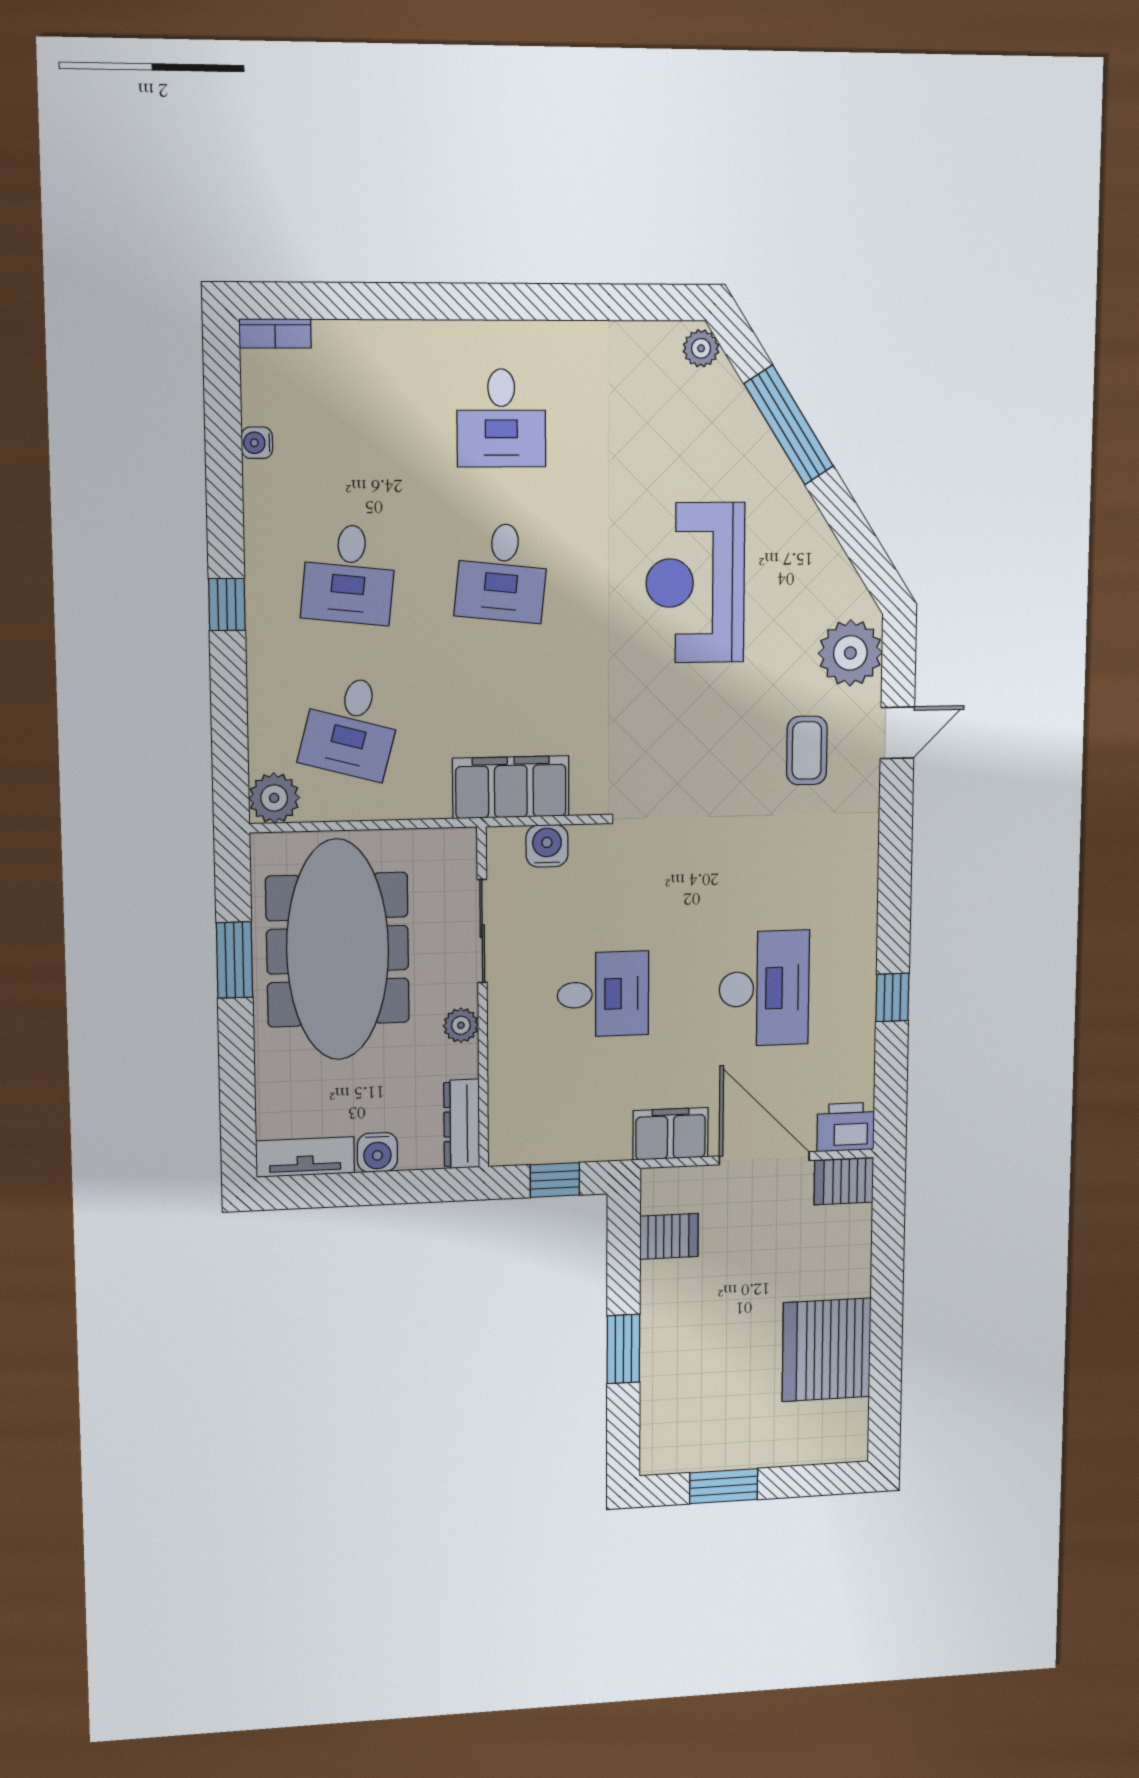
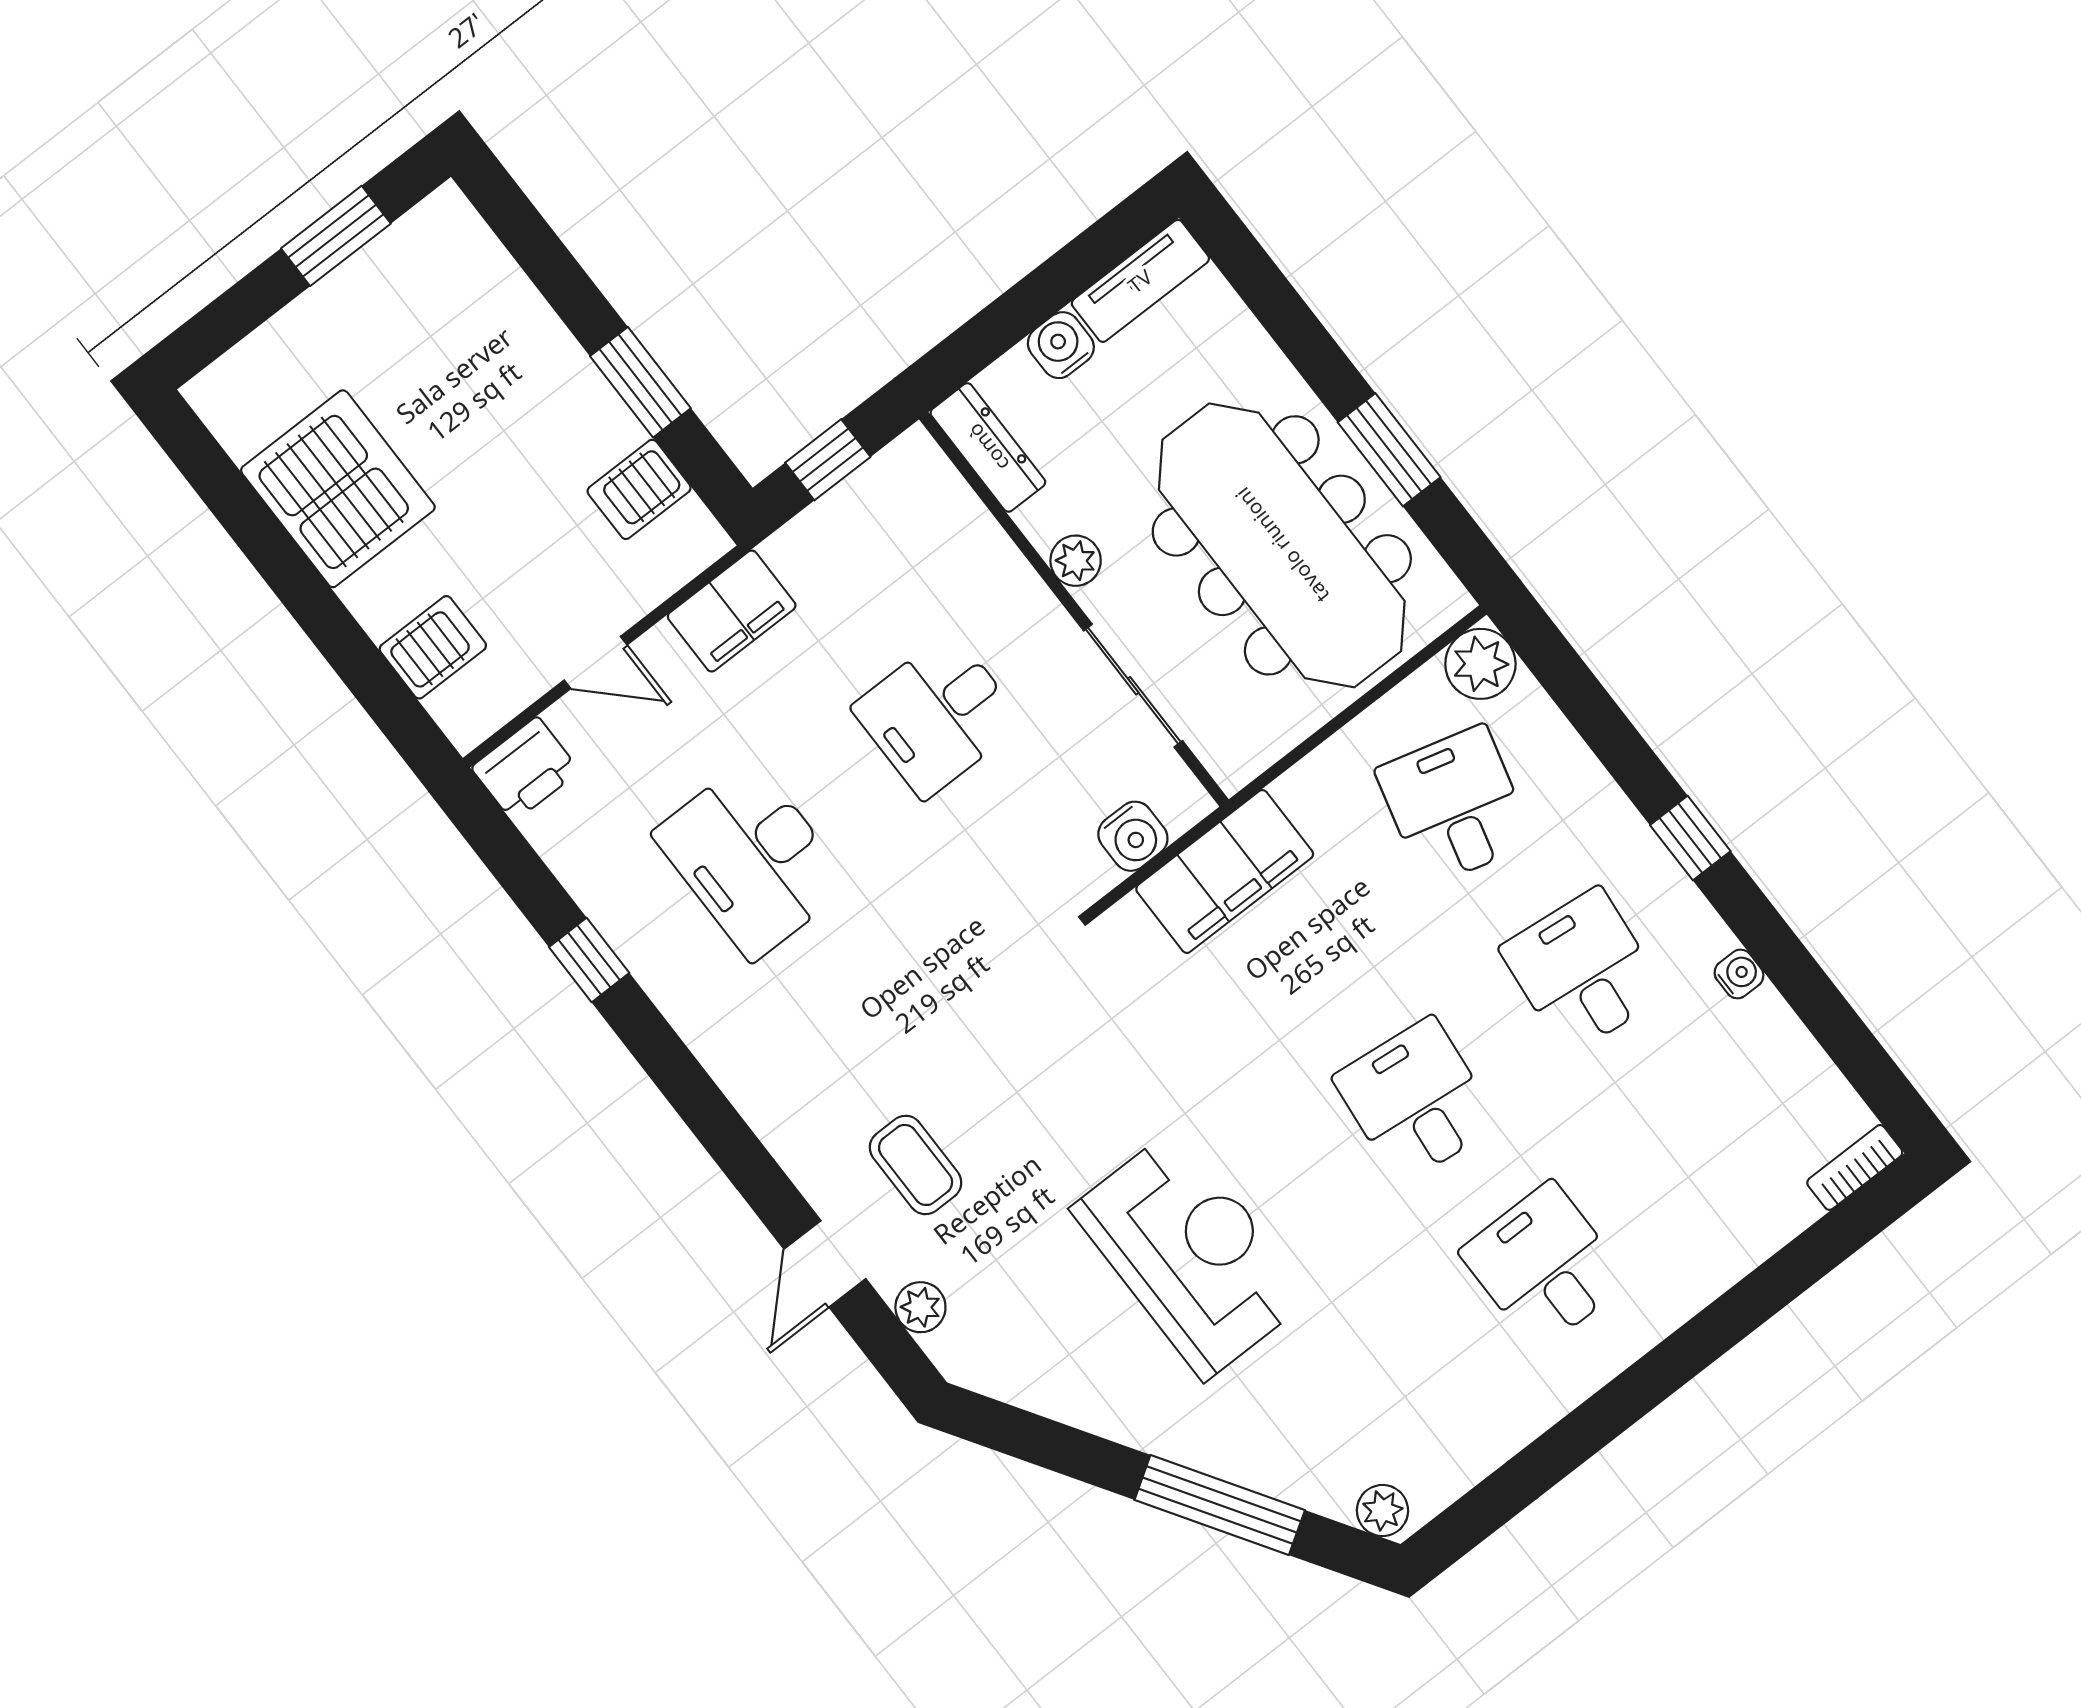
water cooler: (257, 443) -> (1739, 974), moved
plant: (850, 653) -> (920, 1307), width x0.53, depth x0.53
door: (764, 1158) -> (596, 663), width x0.53
server rack: (844, 1181) -> (433, 647), moved
window: (623, 1349) -> (640, 382), moved

